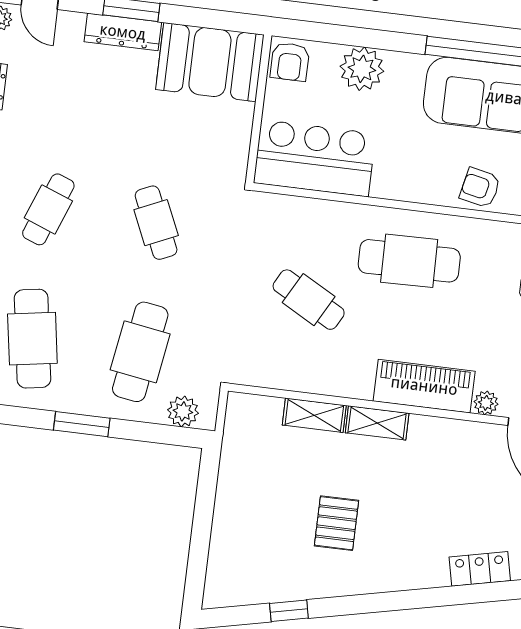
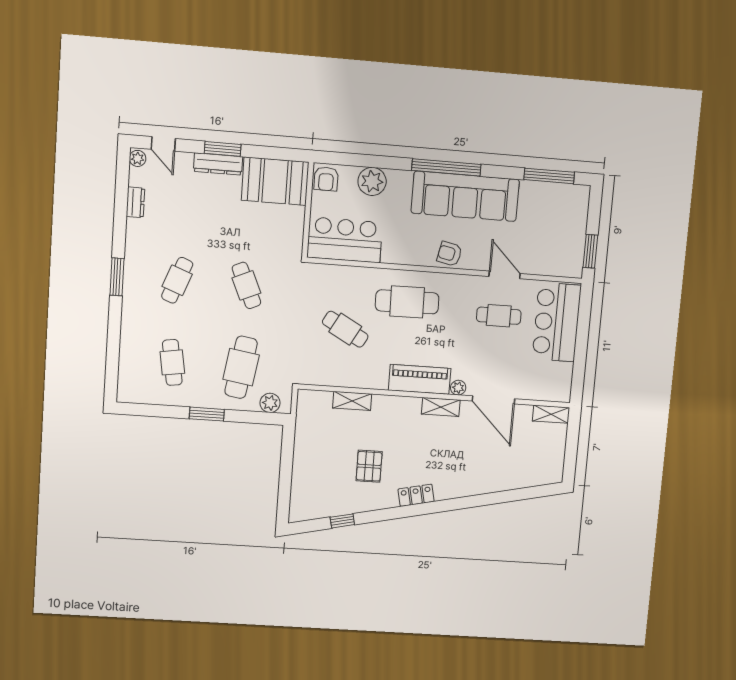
cafe table: (32, 339) -> (172, 362), width x0.73, depth x0.74
shelving: (377, 423) -> (441, 407), moved
locker: (480, 569) -> (416, 495), moved

